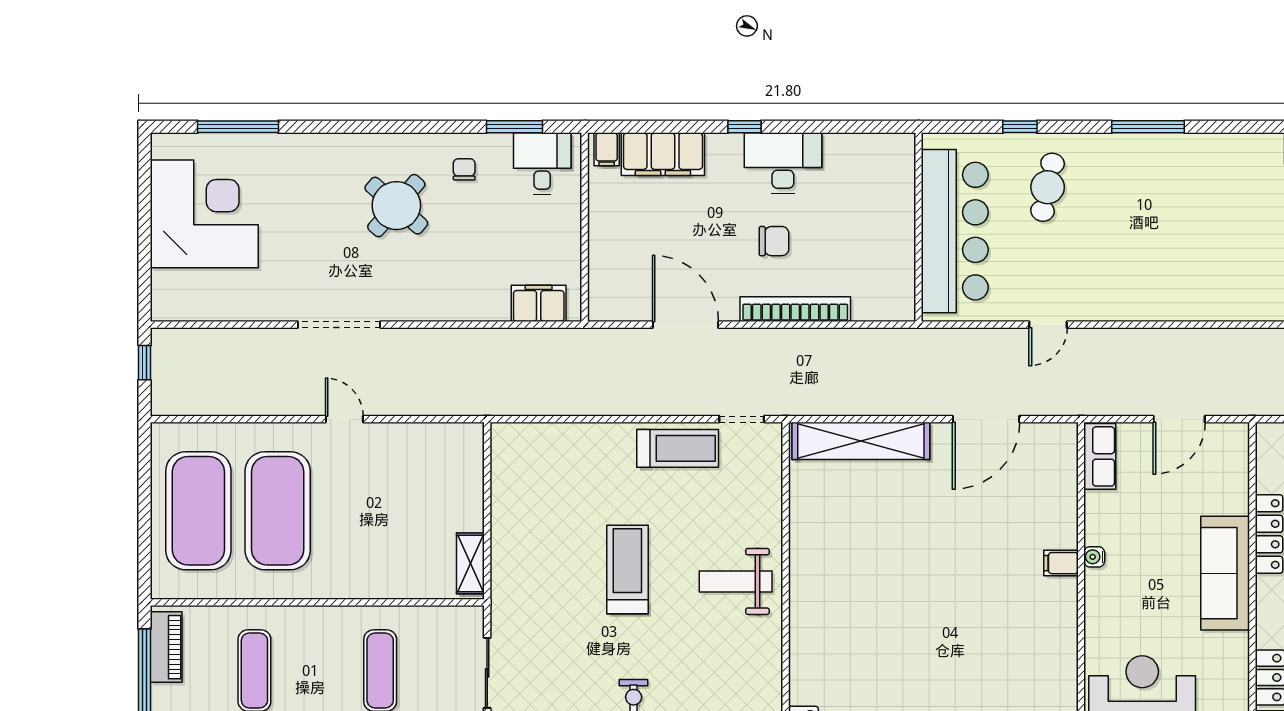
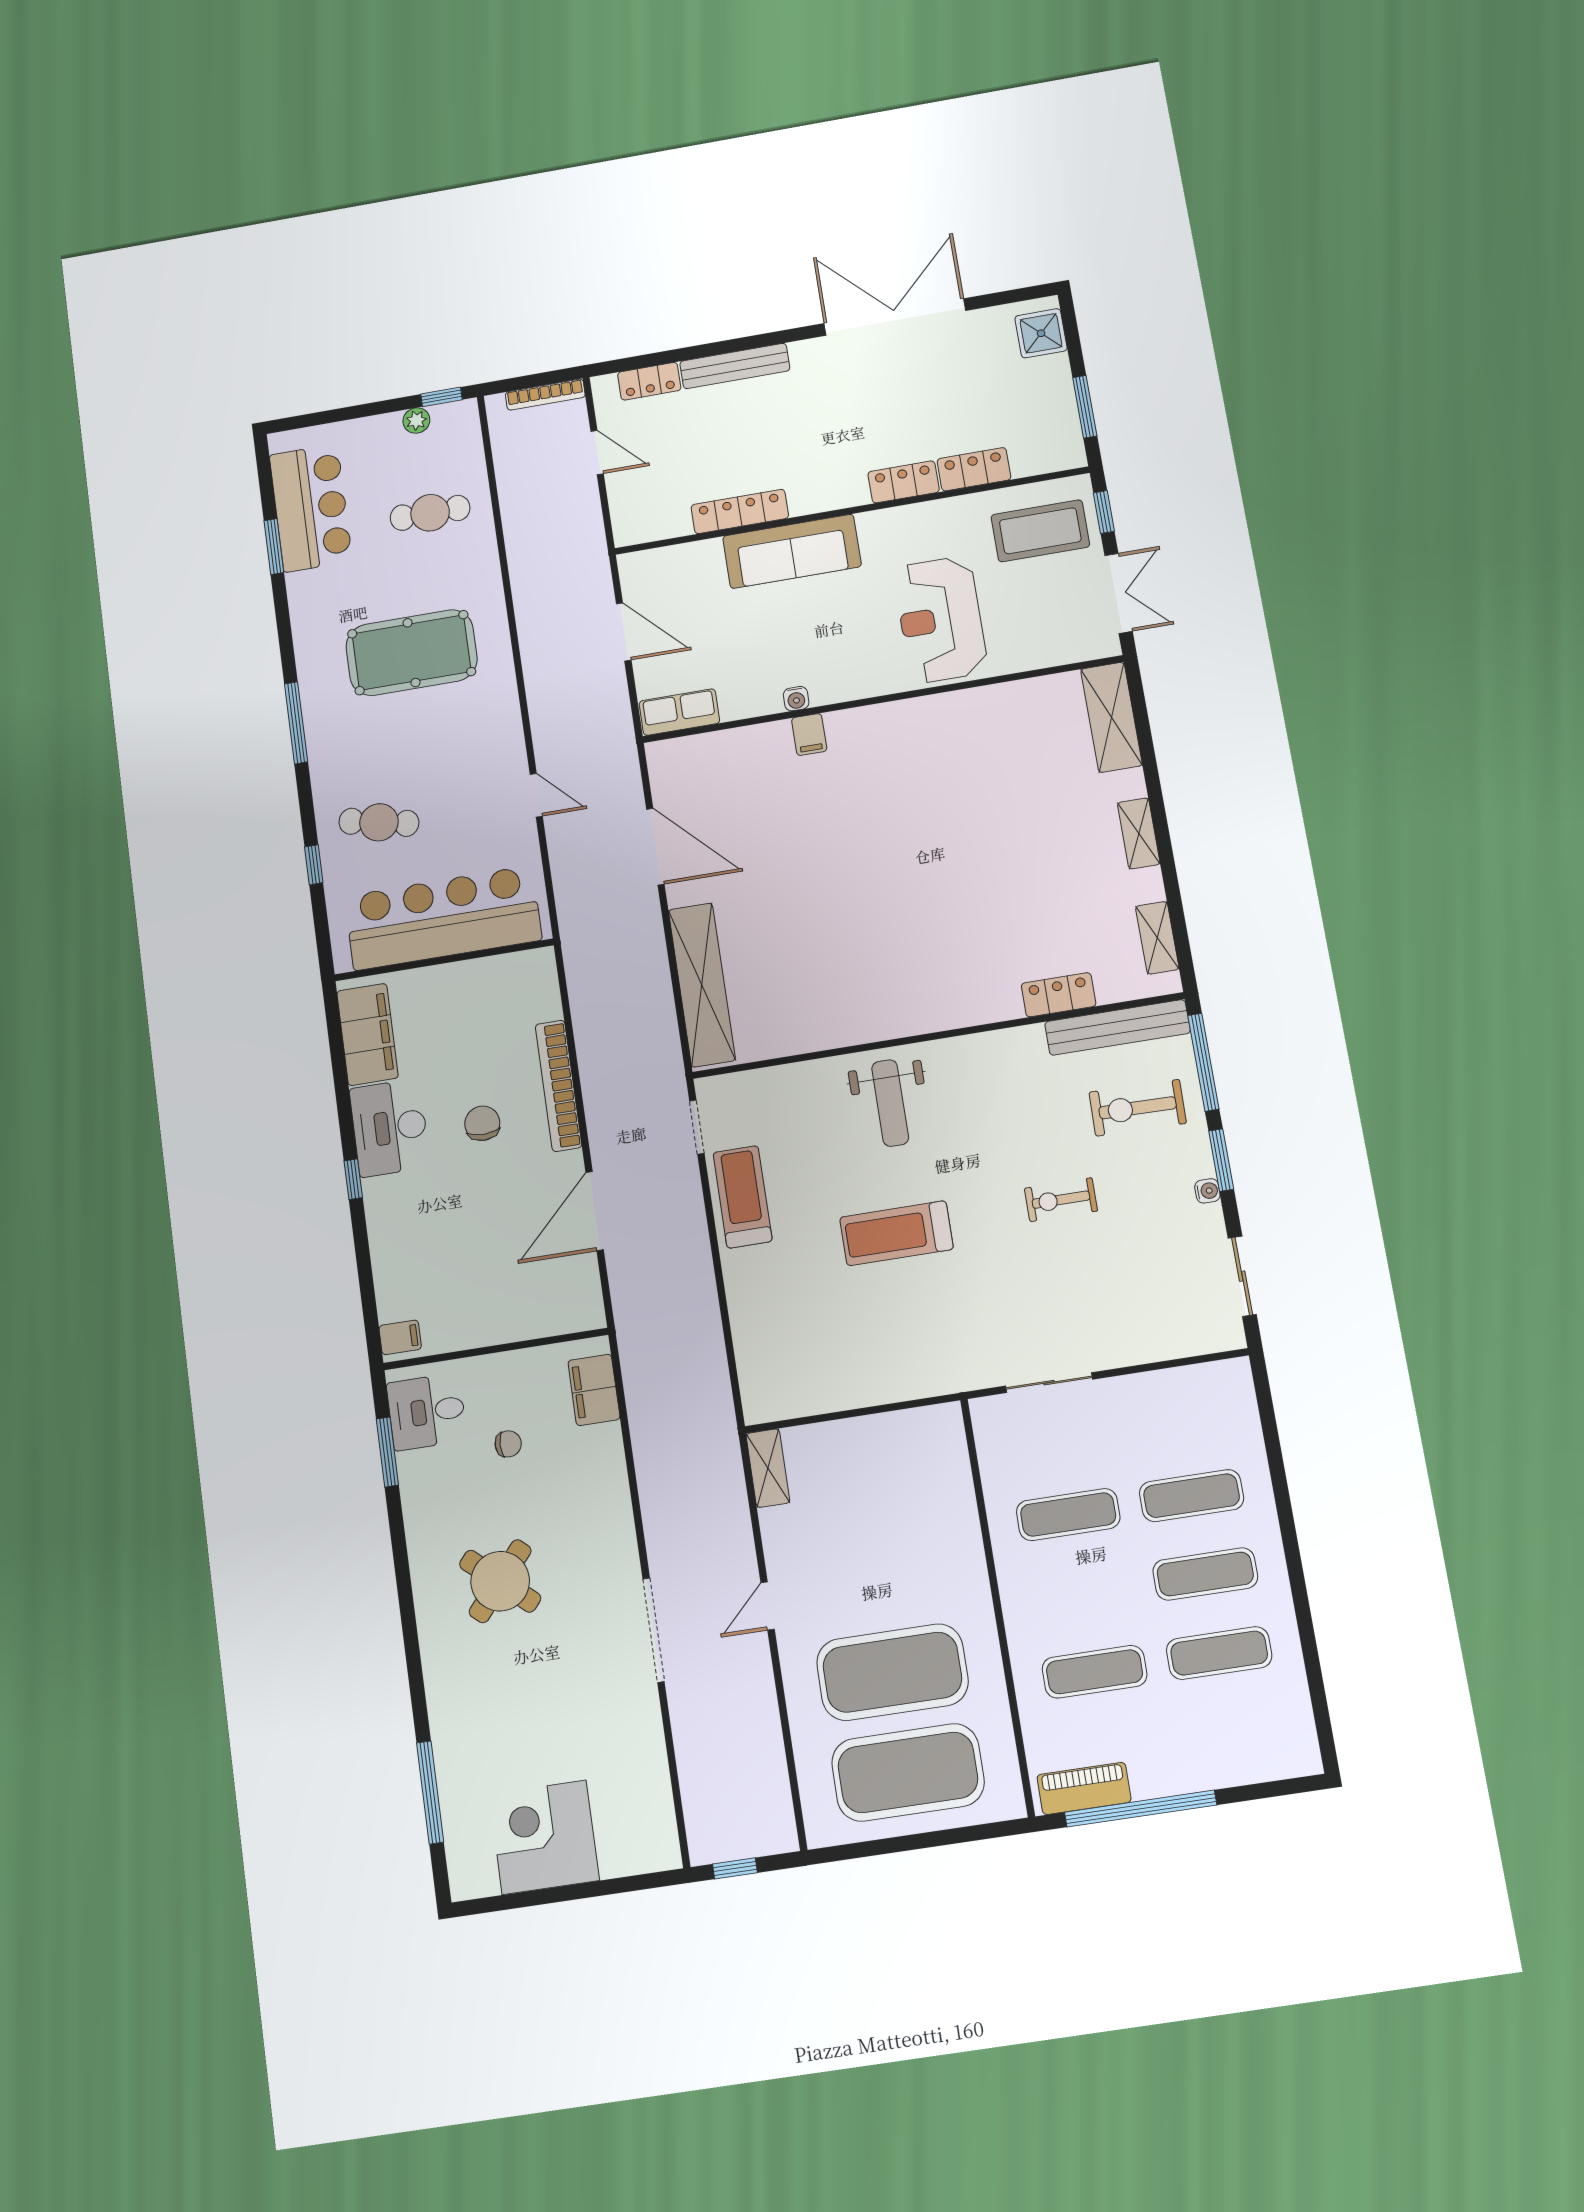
filing cabinet: (663, 154) -> (367, 1034), moved
chair: (464, 169) -> (508, 1444), moved, turned 180
corner desk: (204, 214) -> (544, 1837), width x0.74, depth x0.74
pool table: (1193, 234) -> (412, 653), added
shelving: (470, 563) -> (768, 1468), moved, turned 90

